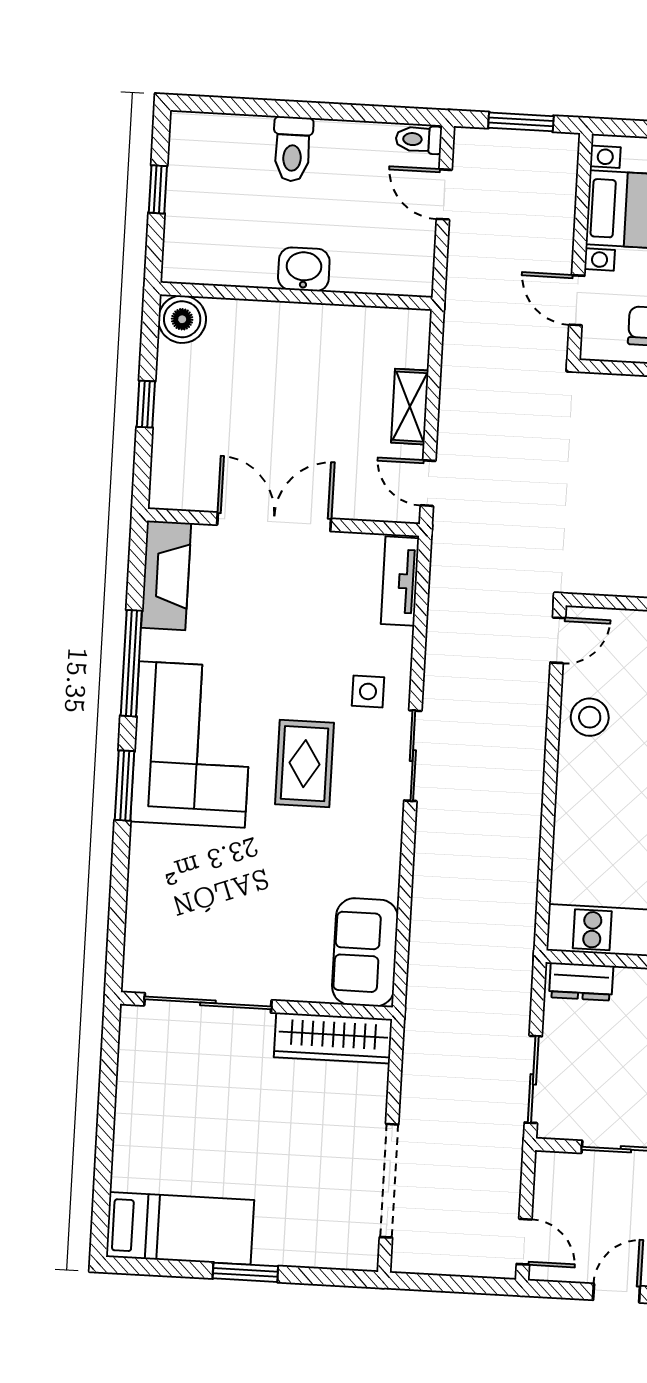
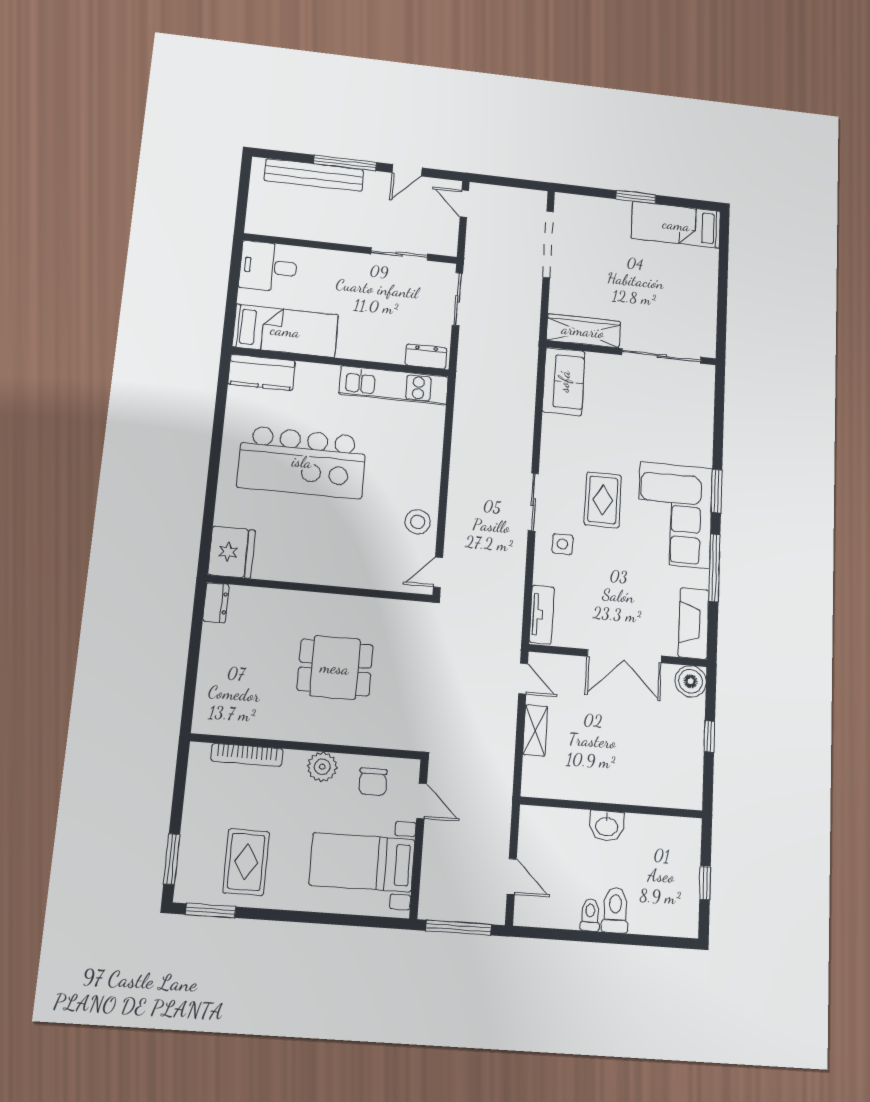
window: (521, 122) -> (459, 928), width x1.44
toilet: (419, 139) -> (590, 915), moved, turned -90
boiler: (182, 319) -> (691, 681), moved

